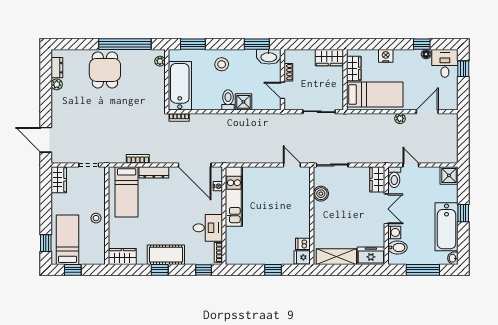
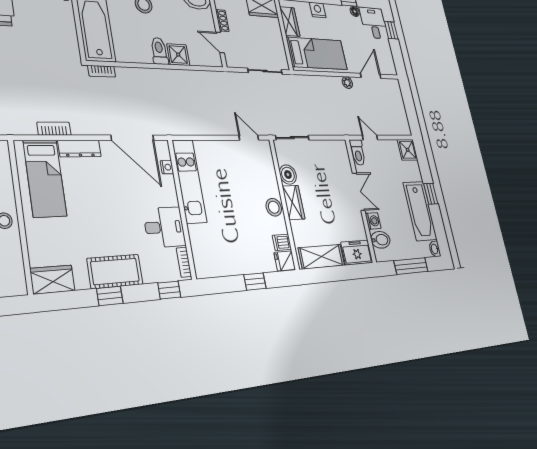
wardrobe: (377, 179) -> (294, 203), moved, turned 180
stool: (302, 218) -> (274, 207), added

